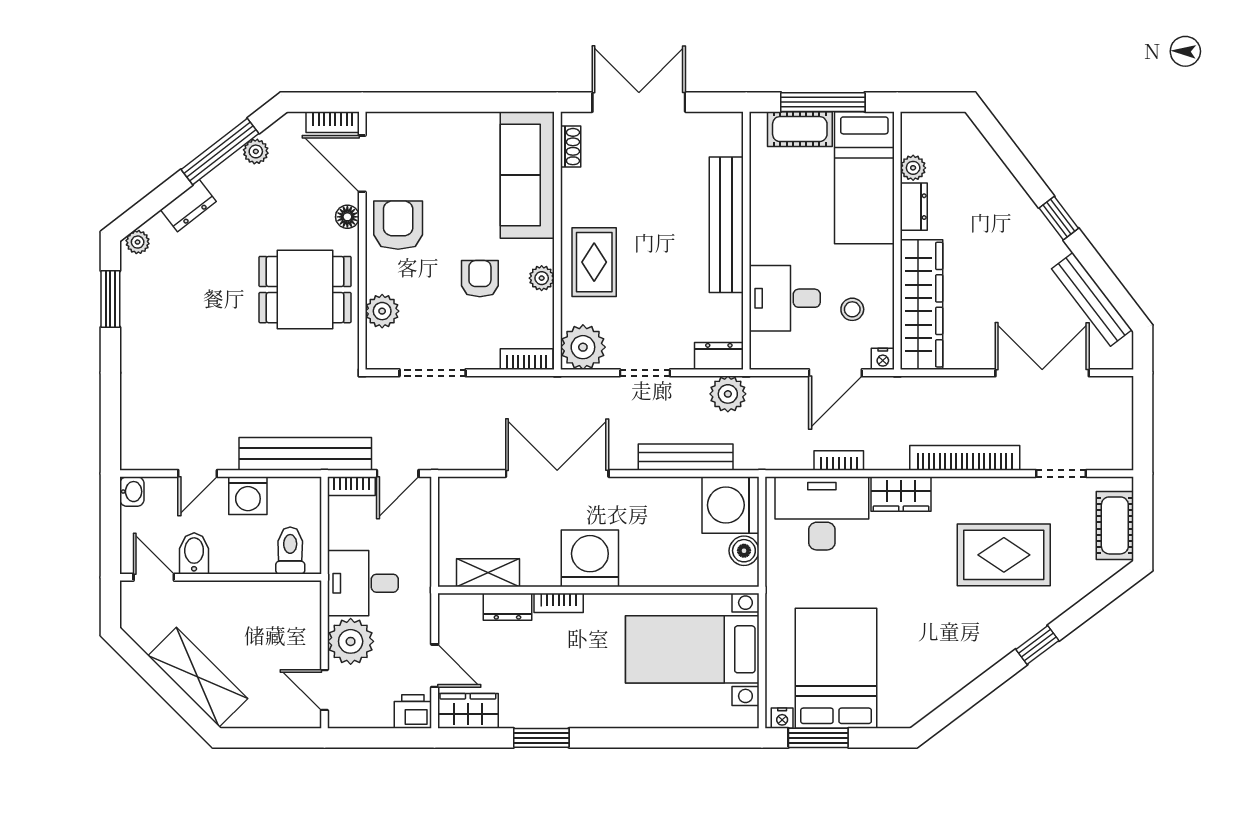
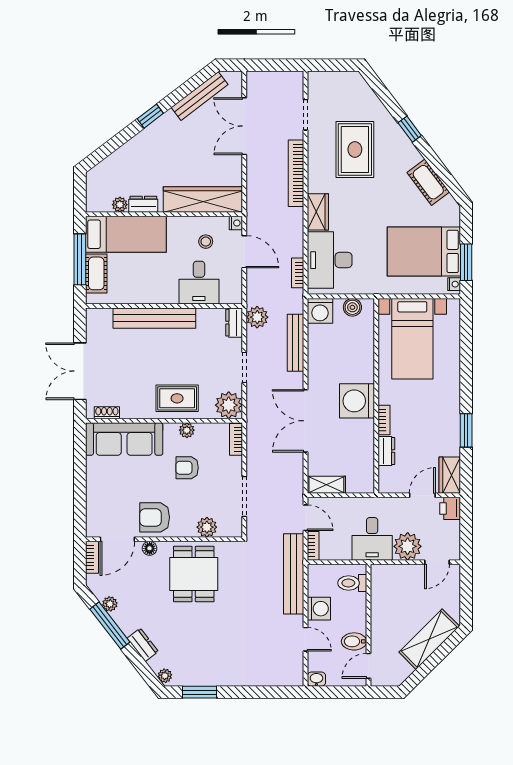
bookcase: (839, 460) -> (298, 273), moved
washing machine: (730, 505) -> (320, 311), width x0.73, depth x0.73
cot: (1115, 525) -> (428, 182), moved, turned 53
shelving: (488, 573) -> (326, 485), moved, turned 90

